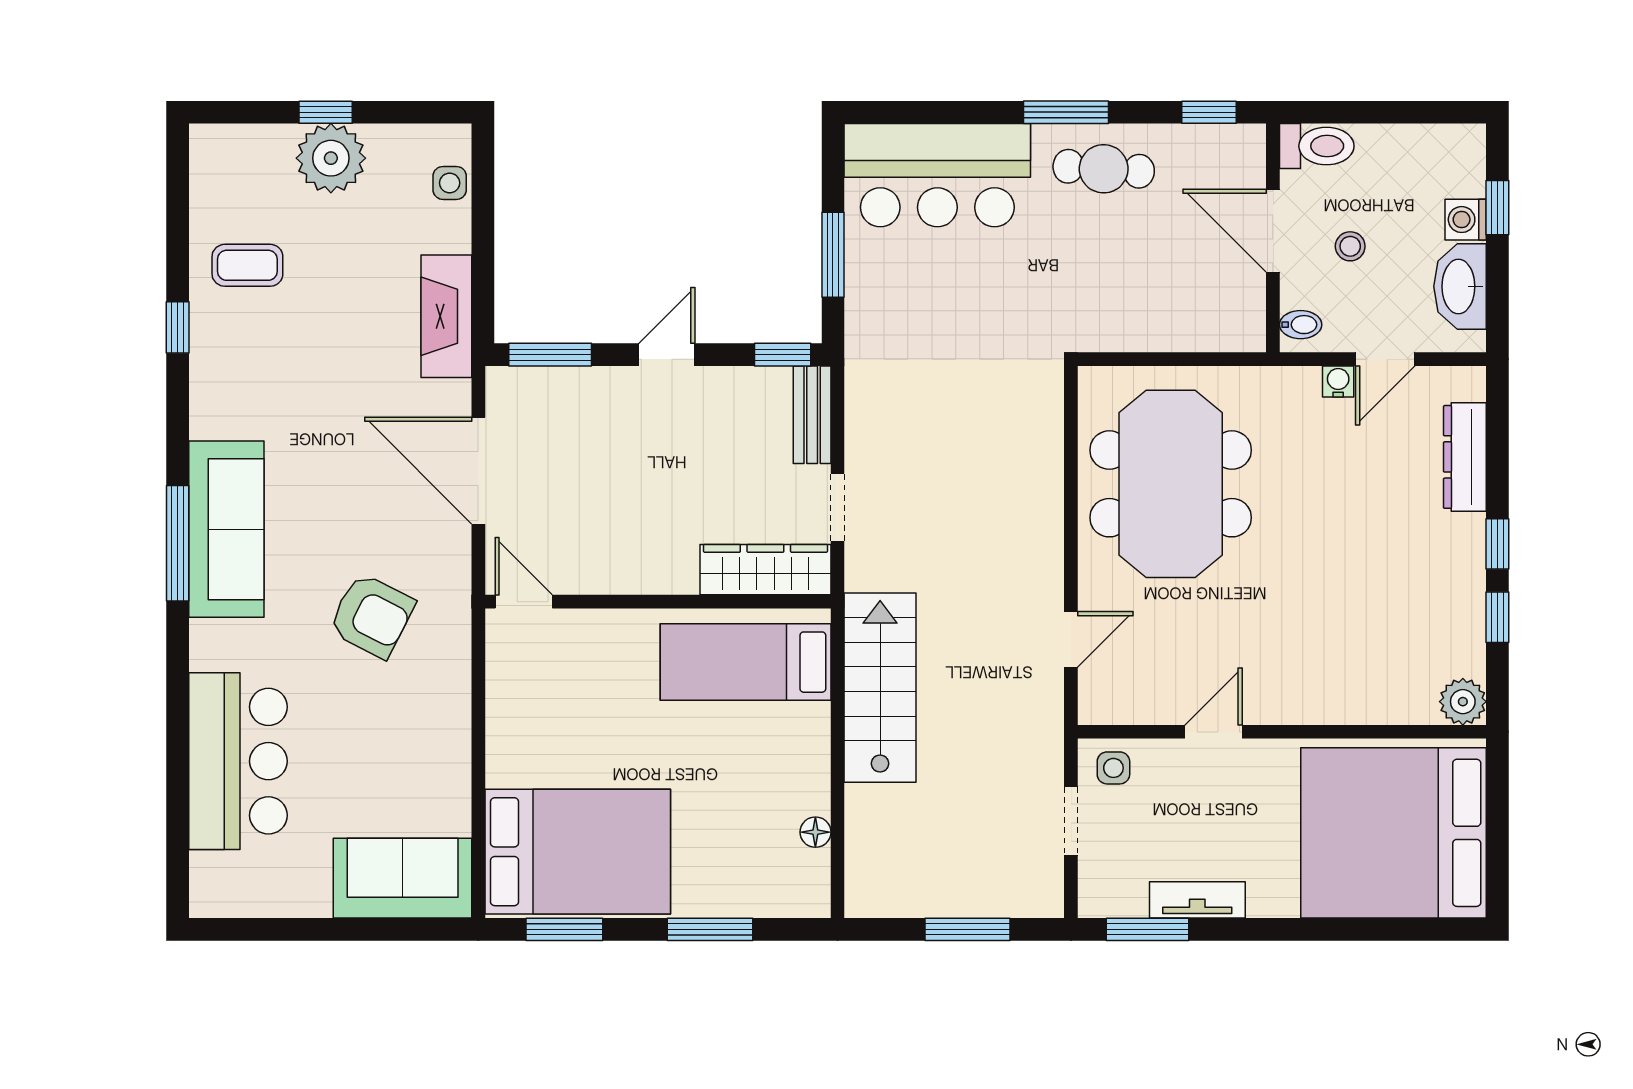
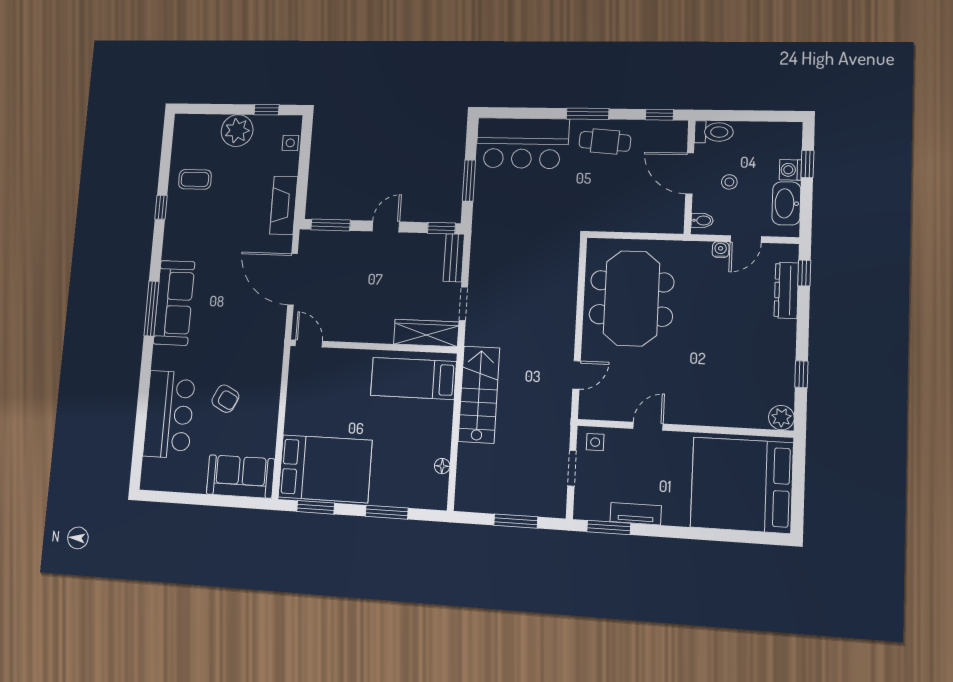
window: (326, 112) -> (267, 110), moved
window: (1497, 544) -> (804, 273), moved
armchair: (372, 616) -> (225, 399), moved, width x0.72, depth x0.72

